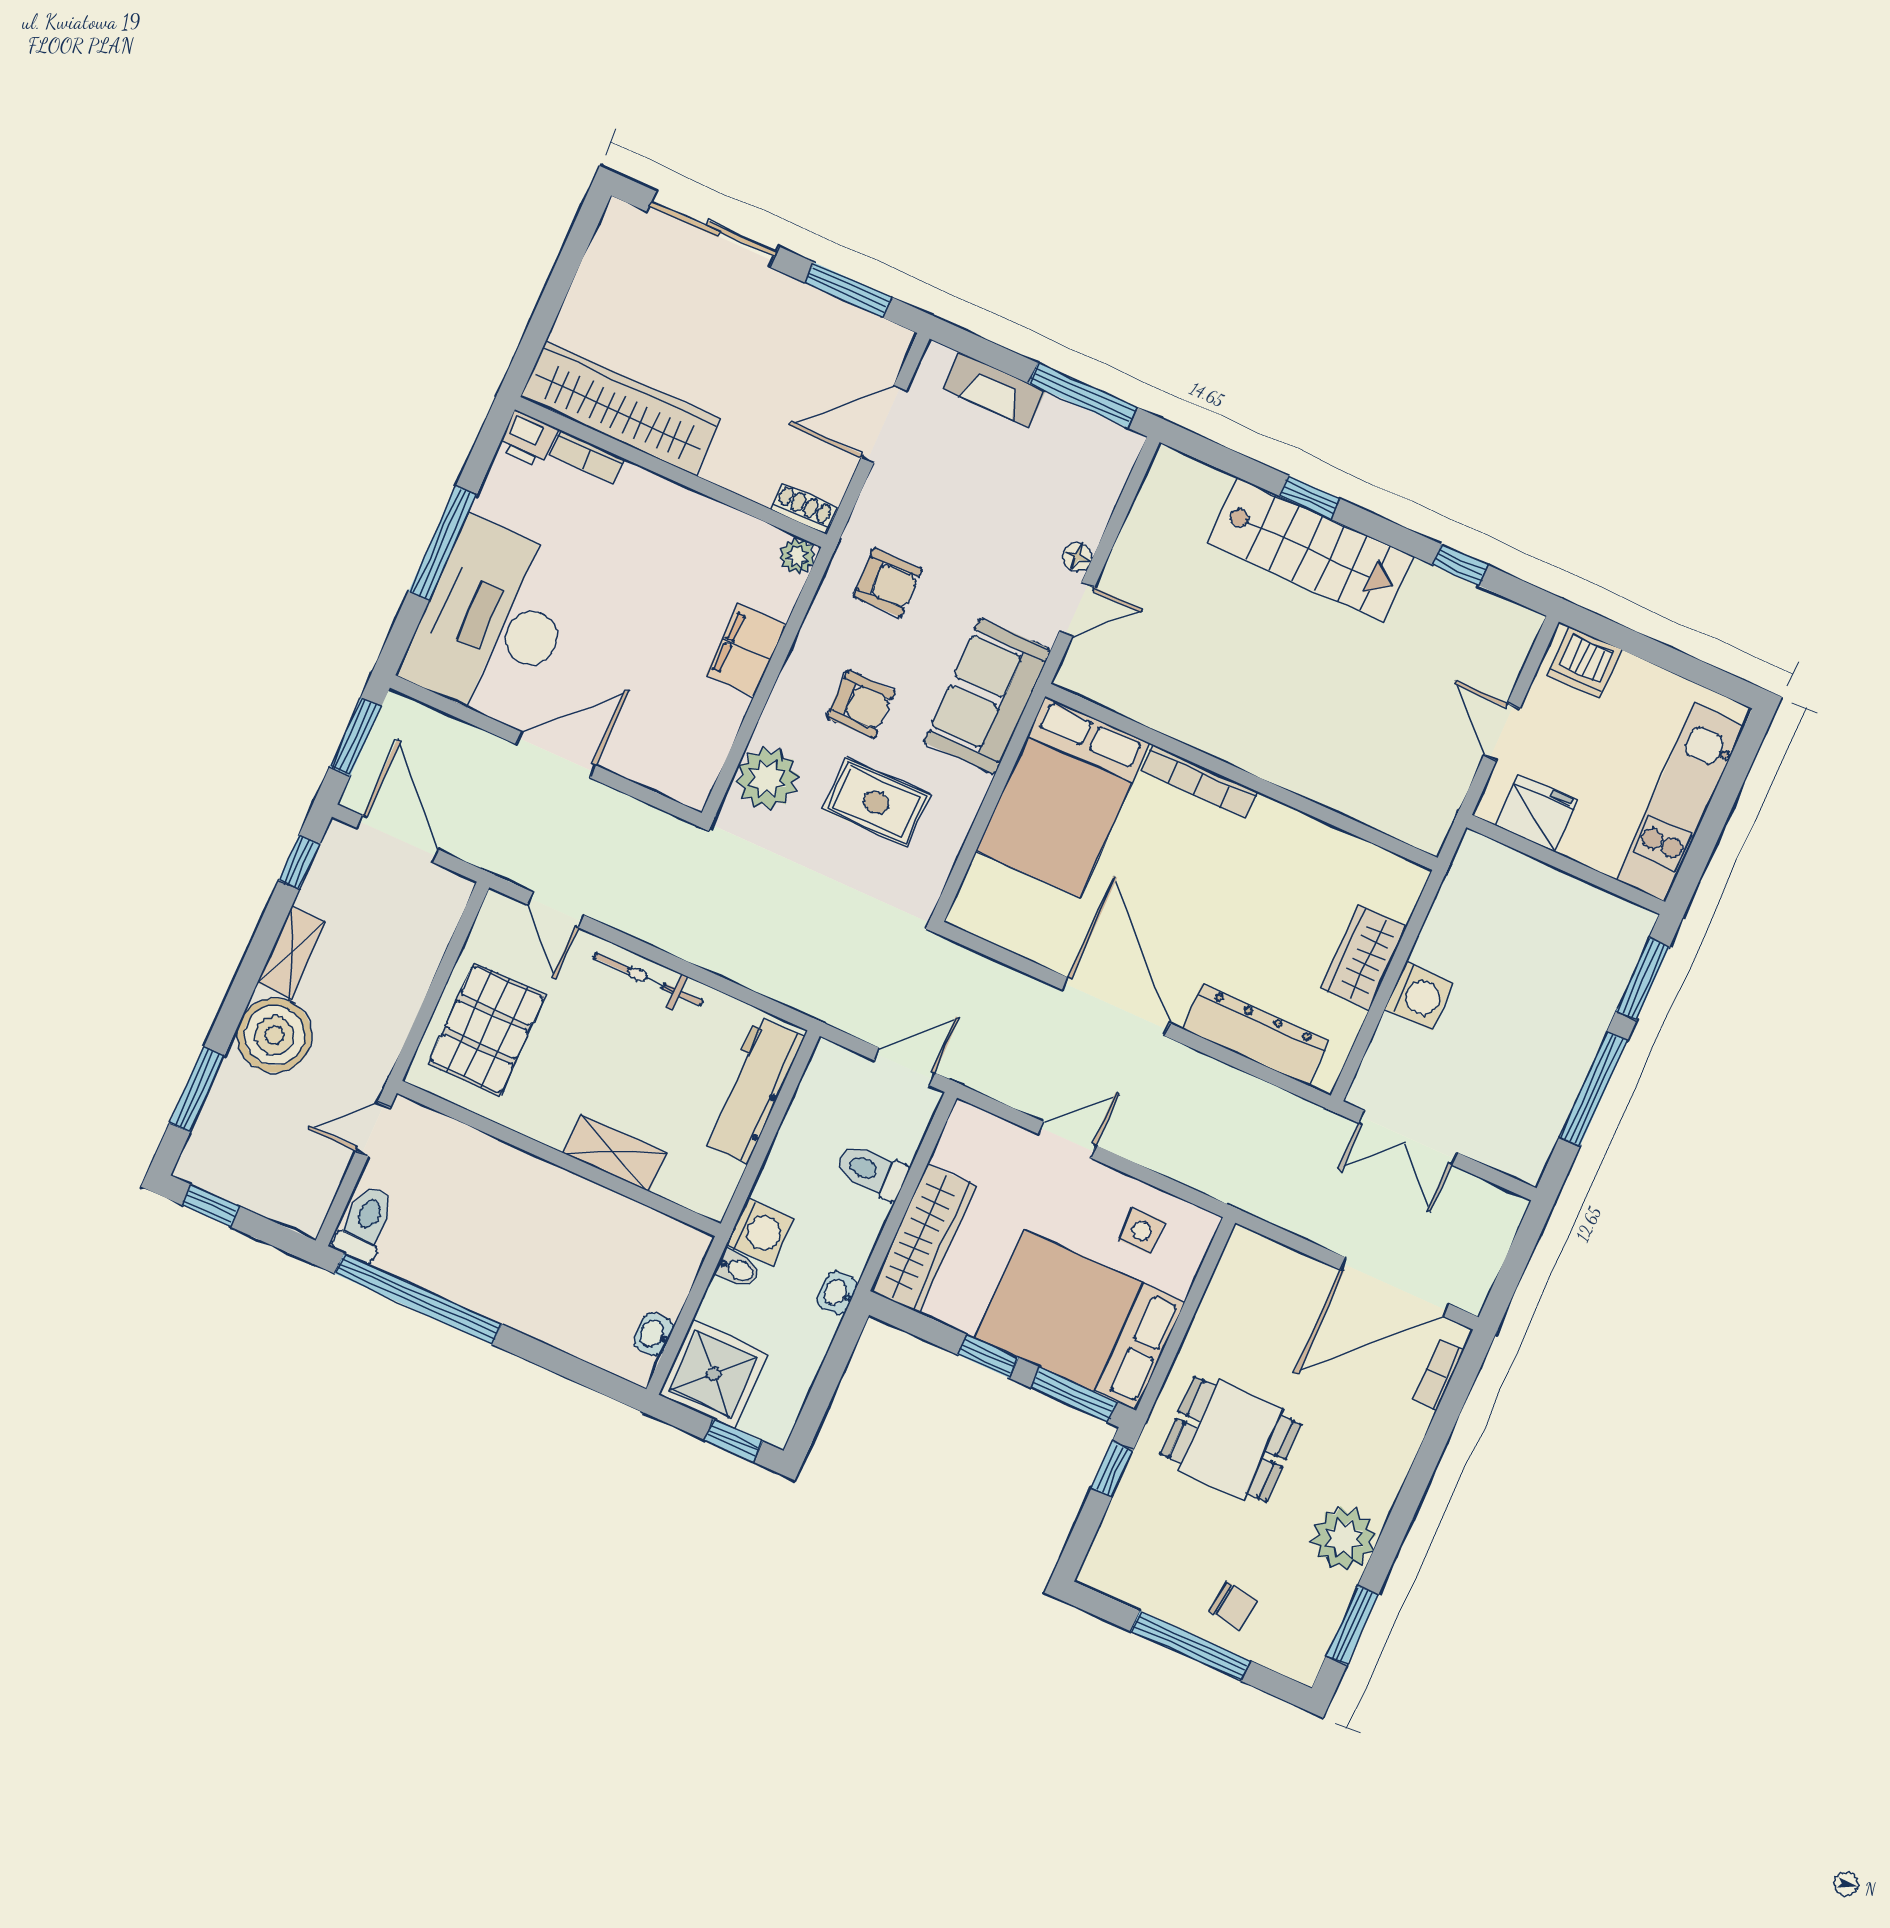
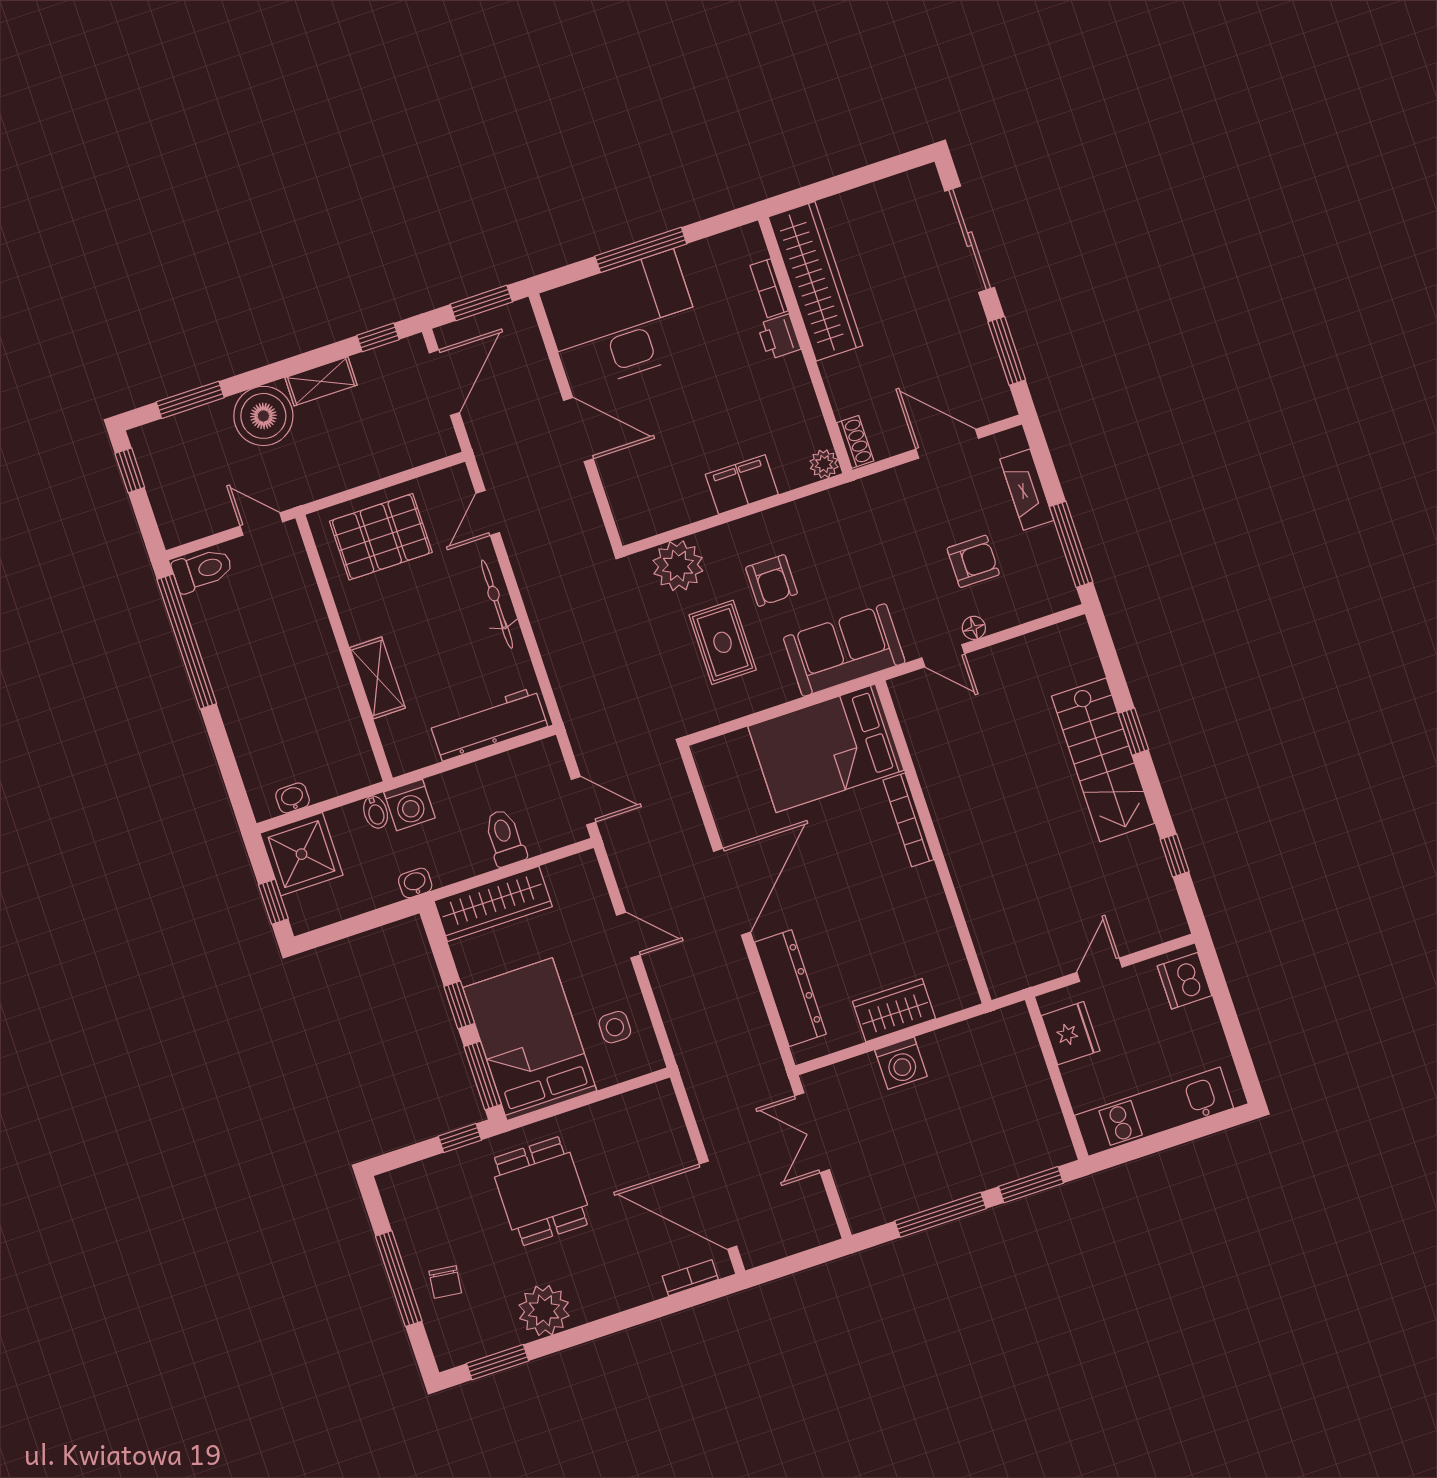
printer: (528, 439) -> (779, 337), moved
armchair: (887, 583) -> (973, 561), moved, turned -89

